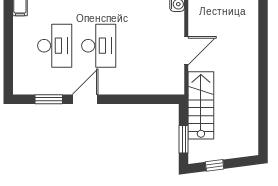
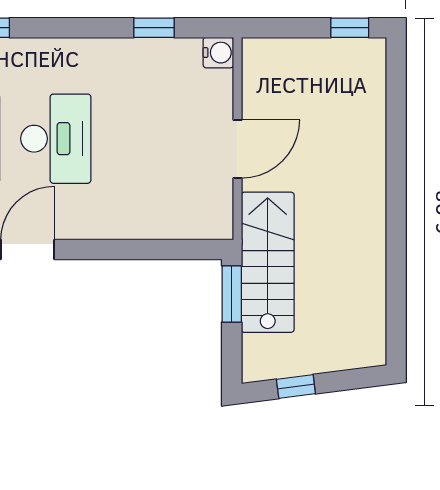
window: (184, 139) -> (232, 294), moved

